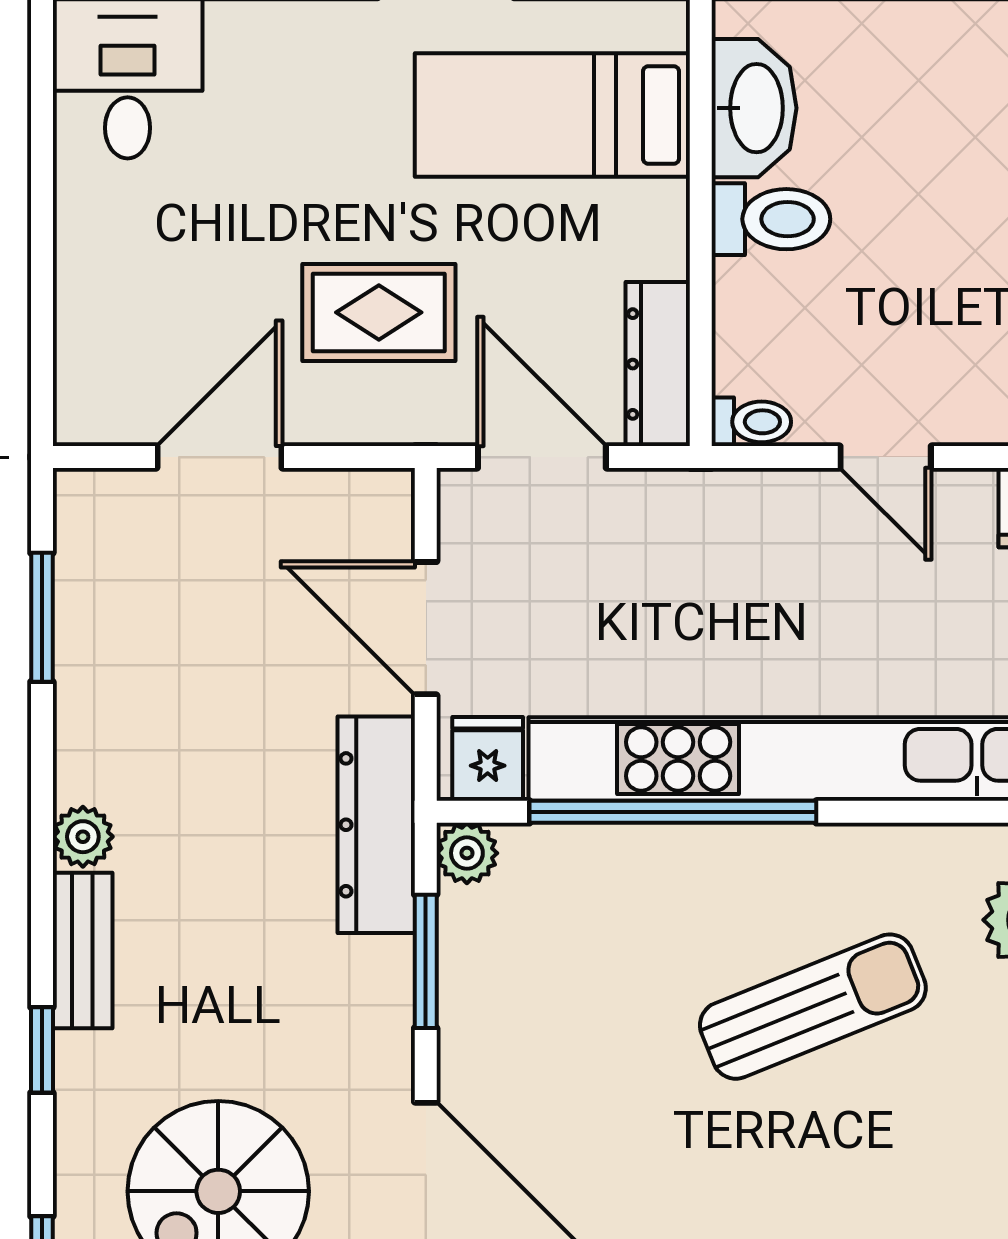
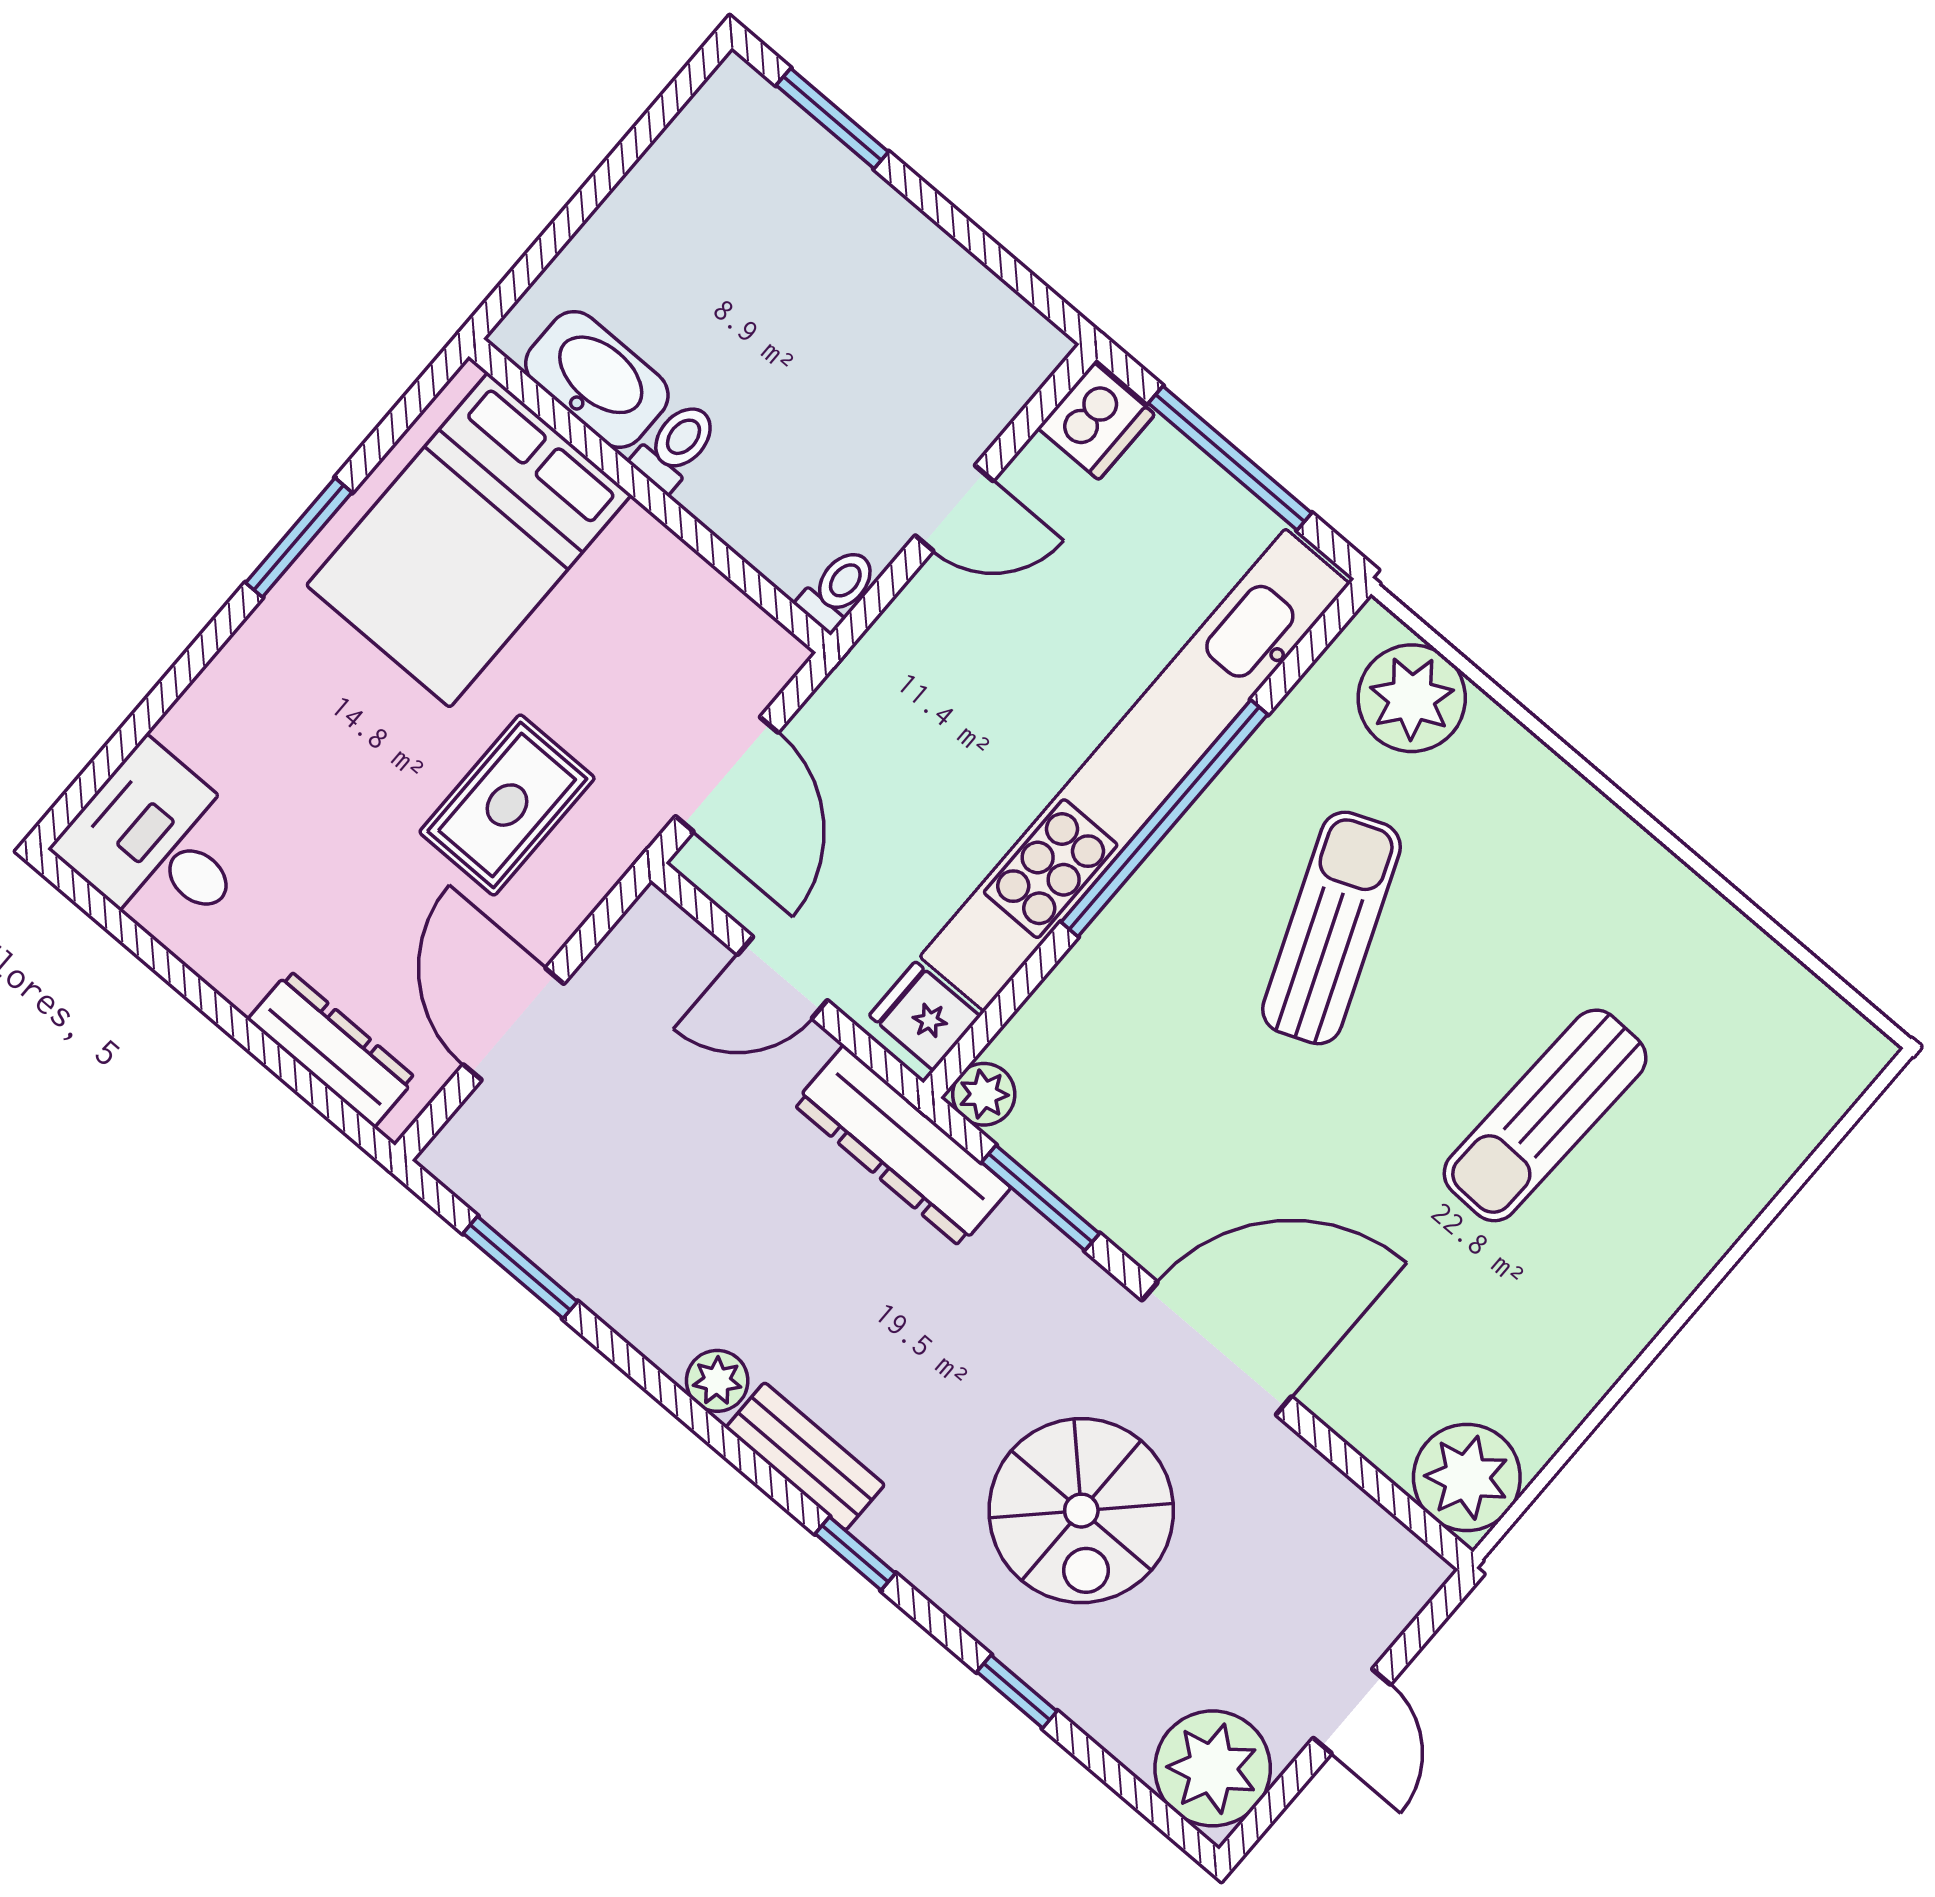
bed: (552, 115) -> (469, 540), width x1.50
toilet: (771, 219) -> (676, 446), width x0.73, depth x0.72
dresser: (658, 364) -> (332, 1049), moved, turned 180
door: (542, 457) -> (727, 774), swing flipped
door: (426, 628) -> (782, 978), width x0.73
window: (673, 812) -> (1164, 818), moved

